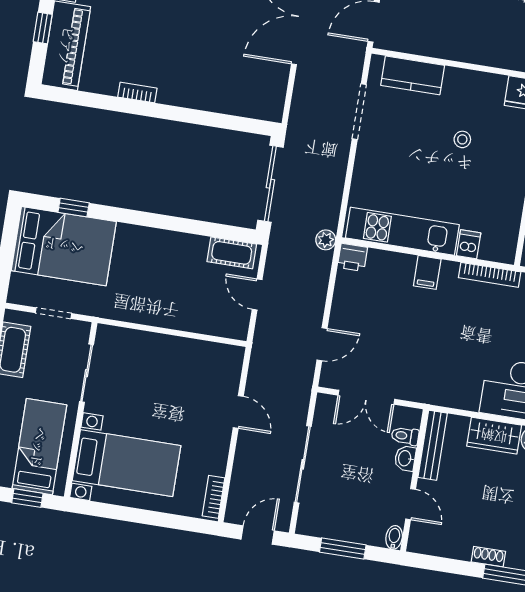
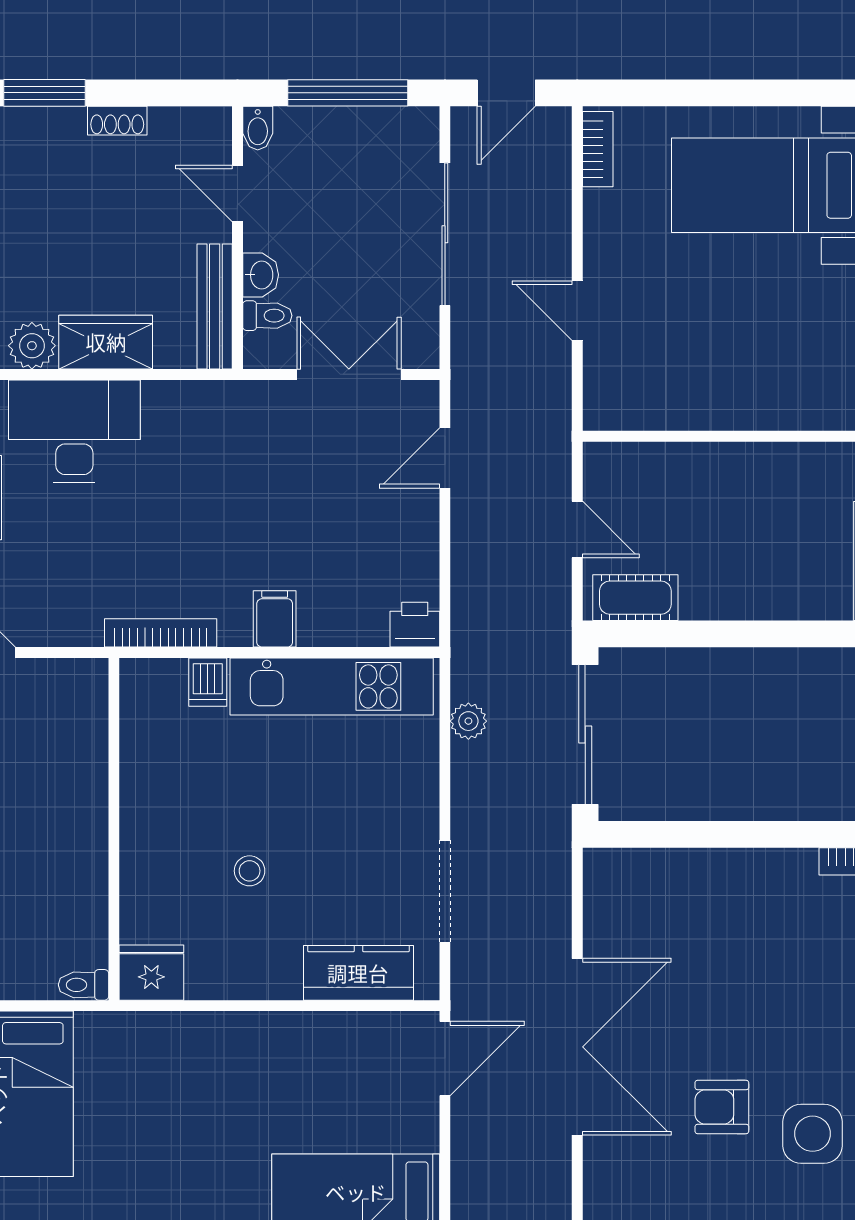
plant: (326, 240) -> (468, 721), moved
window: (343, 549) -> (348, 93), width x1.44
shoe rack: (488, 557) -> (117, 121), moved

